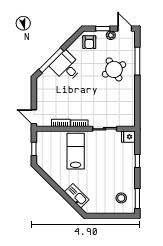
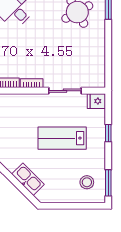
lab bench: (76, 151) -> (62, 138), moved, turned -90

